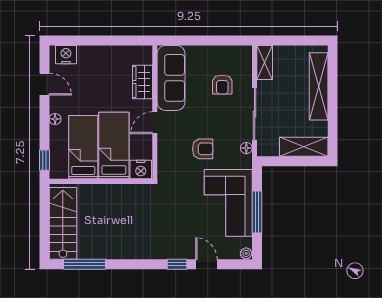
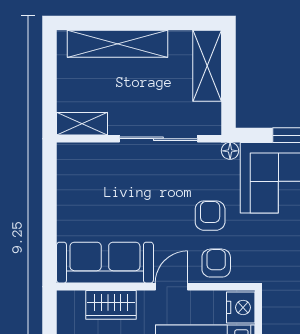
armchair: (222, 85) -> (216, 263), moved, turned -90
door: (155, 123) -> (171, 287), swing flipped
floor lamp: (246, 148) -> (230, 151), moved

